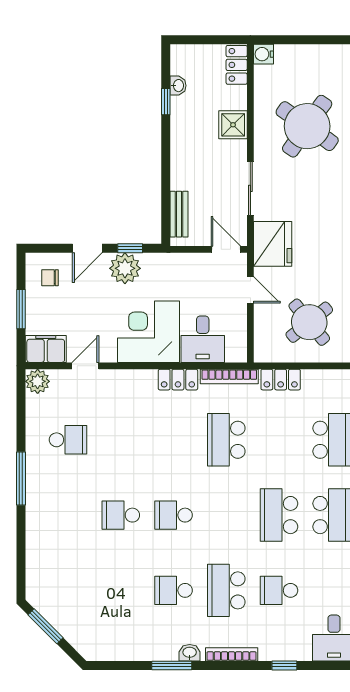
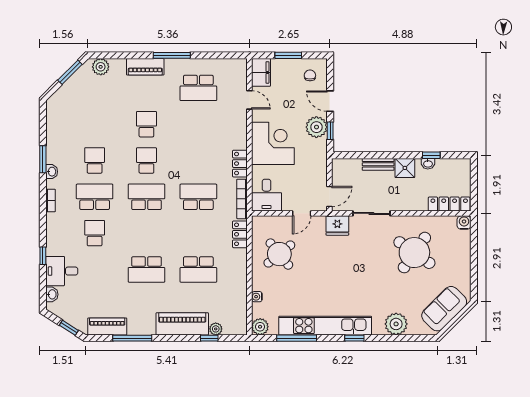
locker: (237, 65) -> (449, 204), width x1.53
washbasin: (178, 86) -> (428, 164), moved
shower: (233, 125) -> (405, 168), moved
bench: (179, 214) -> (378, 164), moved
fridge: (273, 244) -> (337, 225), width x0.73, depth x0.75
desk: (203, 339) -> (266, 195), moved, turned -90
plant: (38, 381) -> (101, 67), moved
school desk: (68, 440) -> (198, 88), width x1.85
school desk: (279, 515) -> (146, 197), moved
piano: (37, 517) -> (145, 67), added
bookcase: (232, 654) -> (51, 200), width x0.64
window: (284, 665) -> (43, 256), moved

